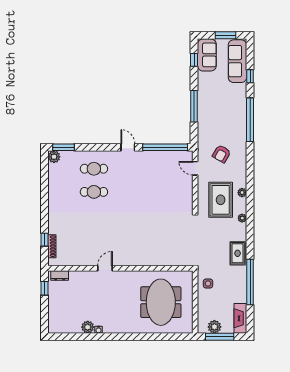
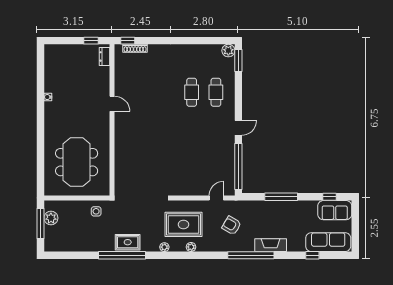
window: (226, 35) -> (355, 230), removed
window: (250, 120) -> (251, 255), moved
window: (44, 240) -> (128, 41), moved
window: (250, 282) -> (122, 255), moved
meeting table: (161, 302) -> (77, 162), turned 90
fireplace: (240, 318) -> (271, 245), moved
plant: (88, 327) -> (51, 86), removed

